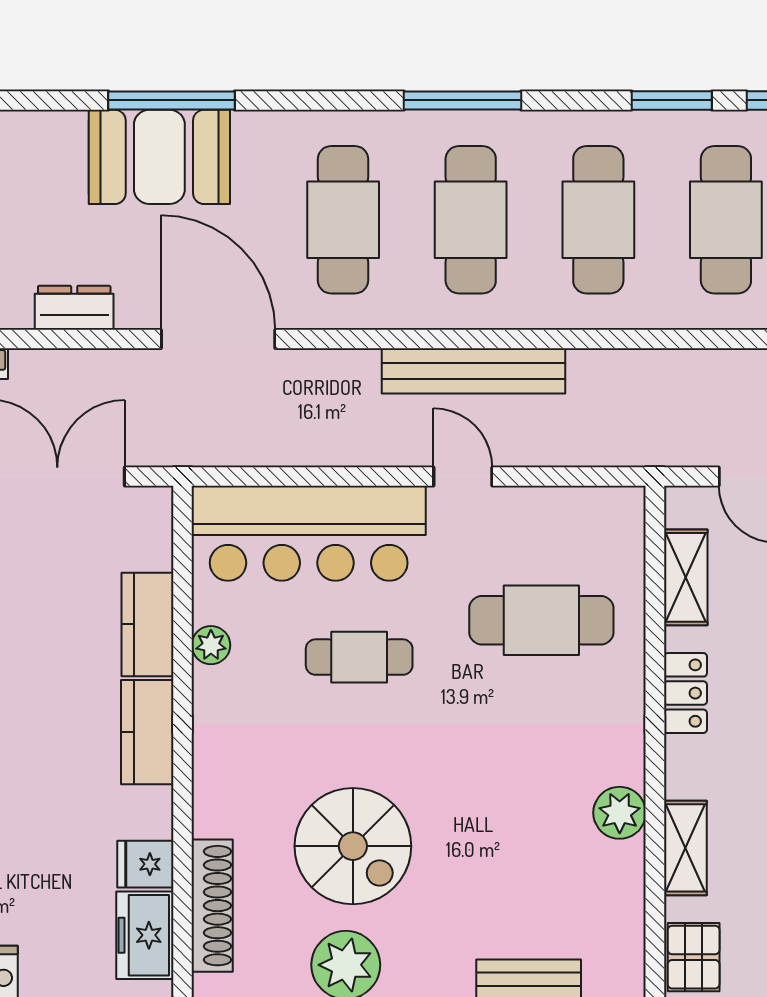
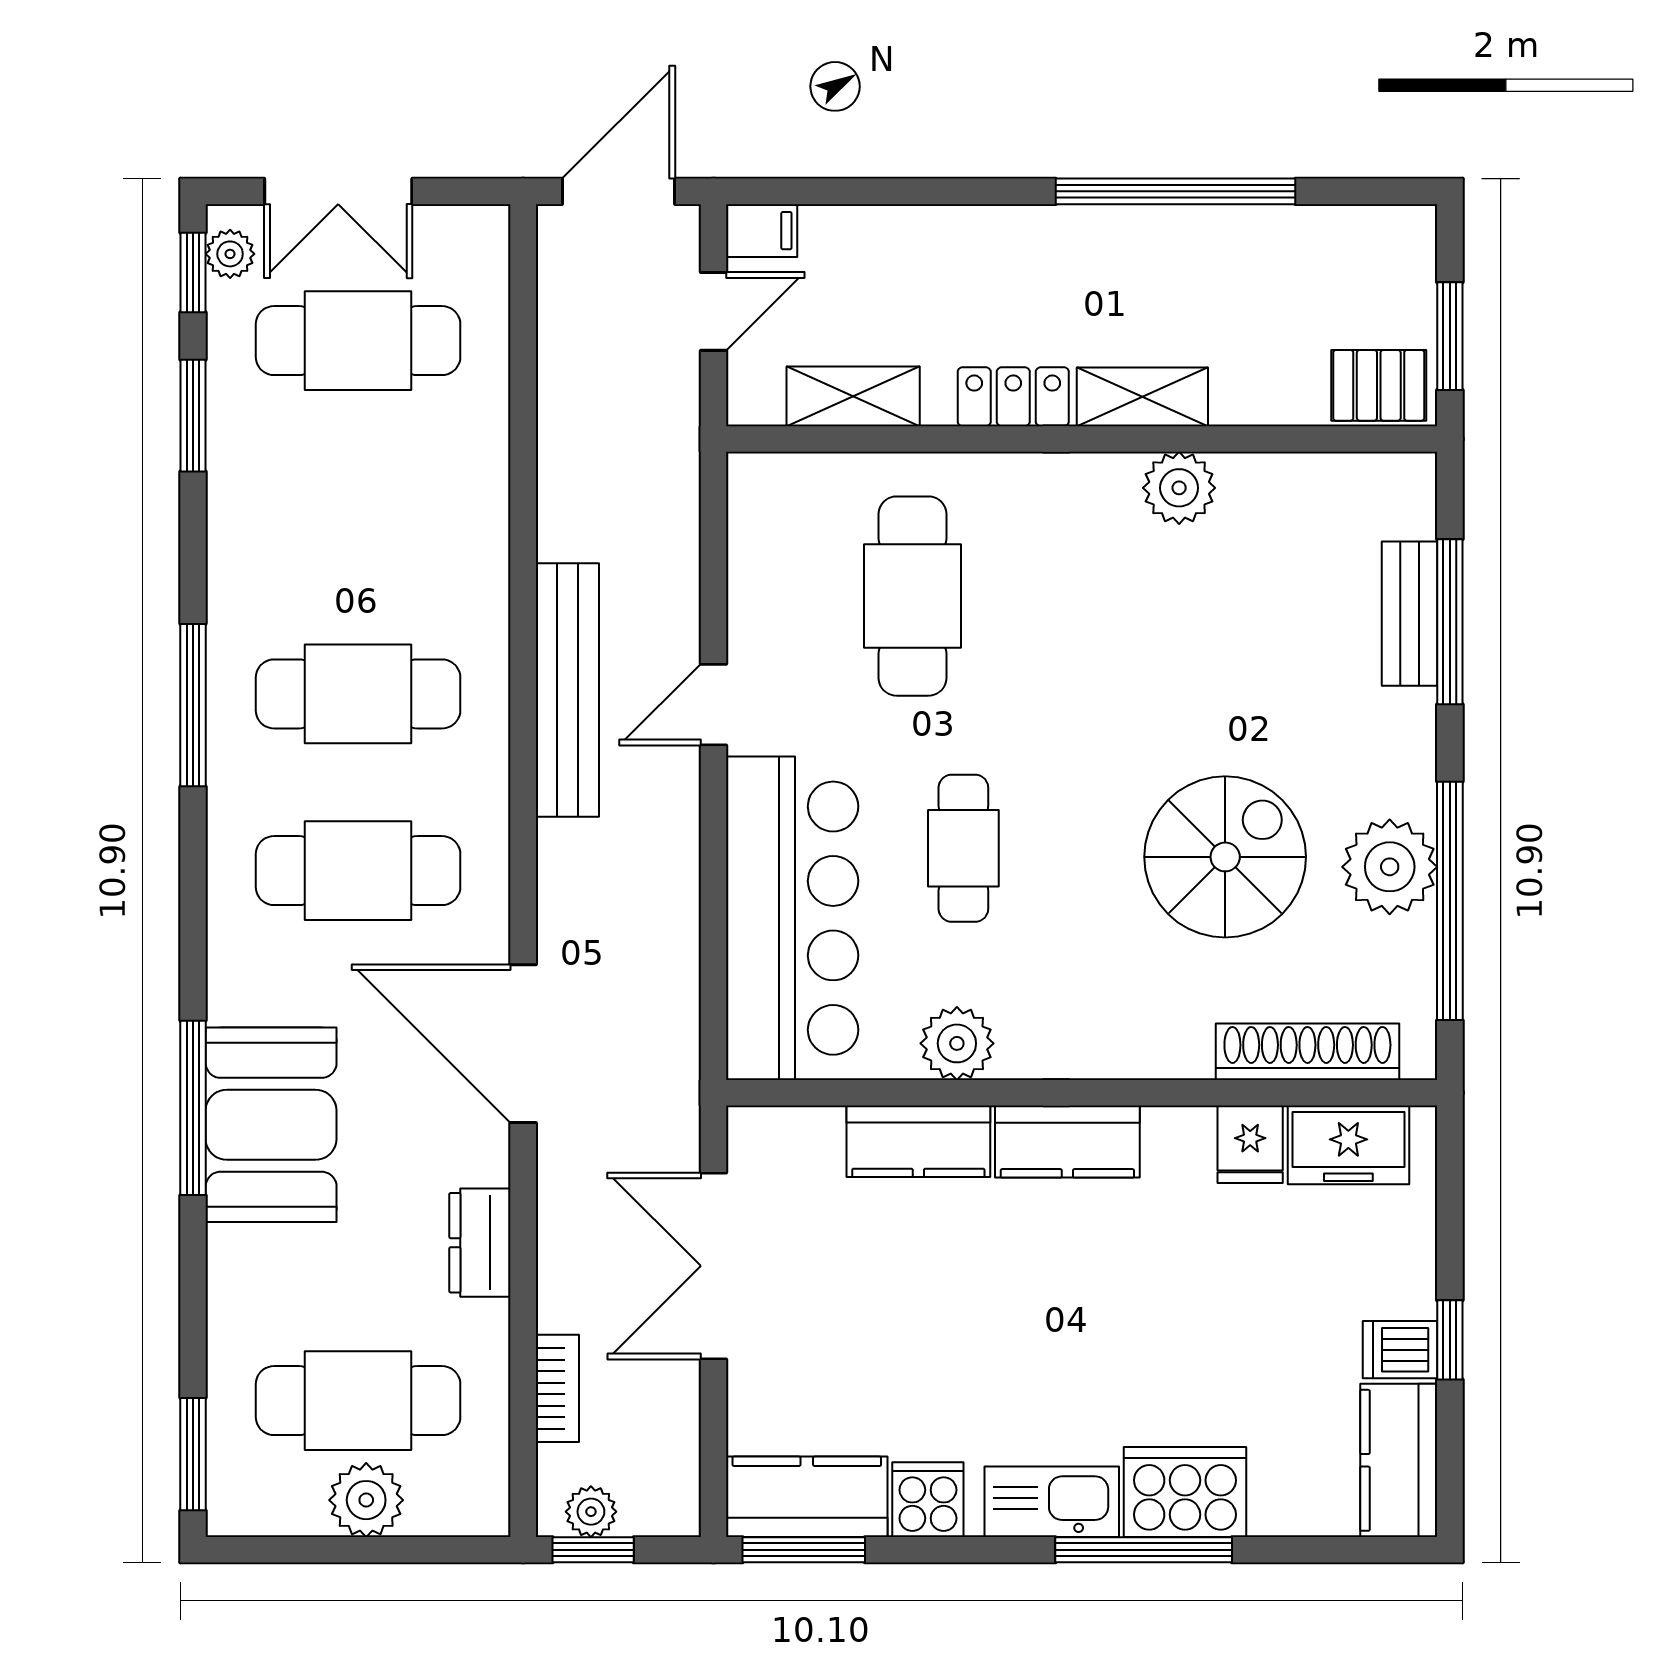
cafe table: (598, 220) -> (358, 517), removed
door: (218, 339) -> (523, 1044), hinge flipped
plant: (211, 645) -> (957, 1043), width x1.38, depth x1.38
shelving: (685, 848) -> (1142, 397), moved

